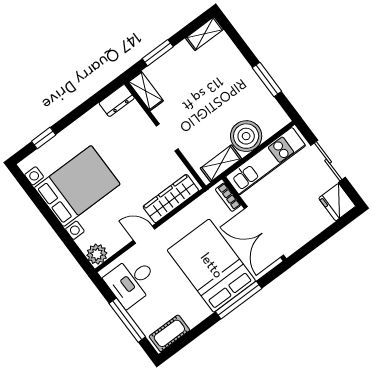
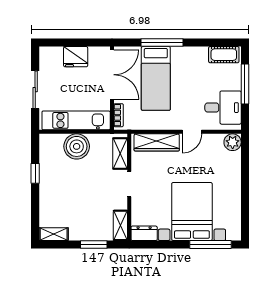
window: (267, 79) -> (35, 173), width x0.67
window: (44, 138) -> (210, 245), width x2.17
shelving: (221, 163) -> (120, 153), moved, turned 90
bed with nightstands: (77, 186) -> (192, 212), moved, turned 90
fridge: (337, 202) -> (76, 57), moved, turned 90
door: (144, 235) -> (192, 132), hinge flipped
bed: (211, 266) -> (156, 78), width x0.67

